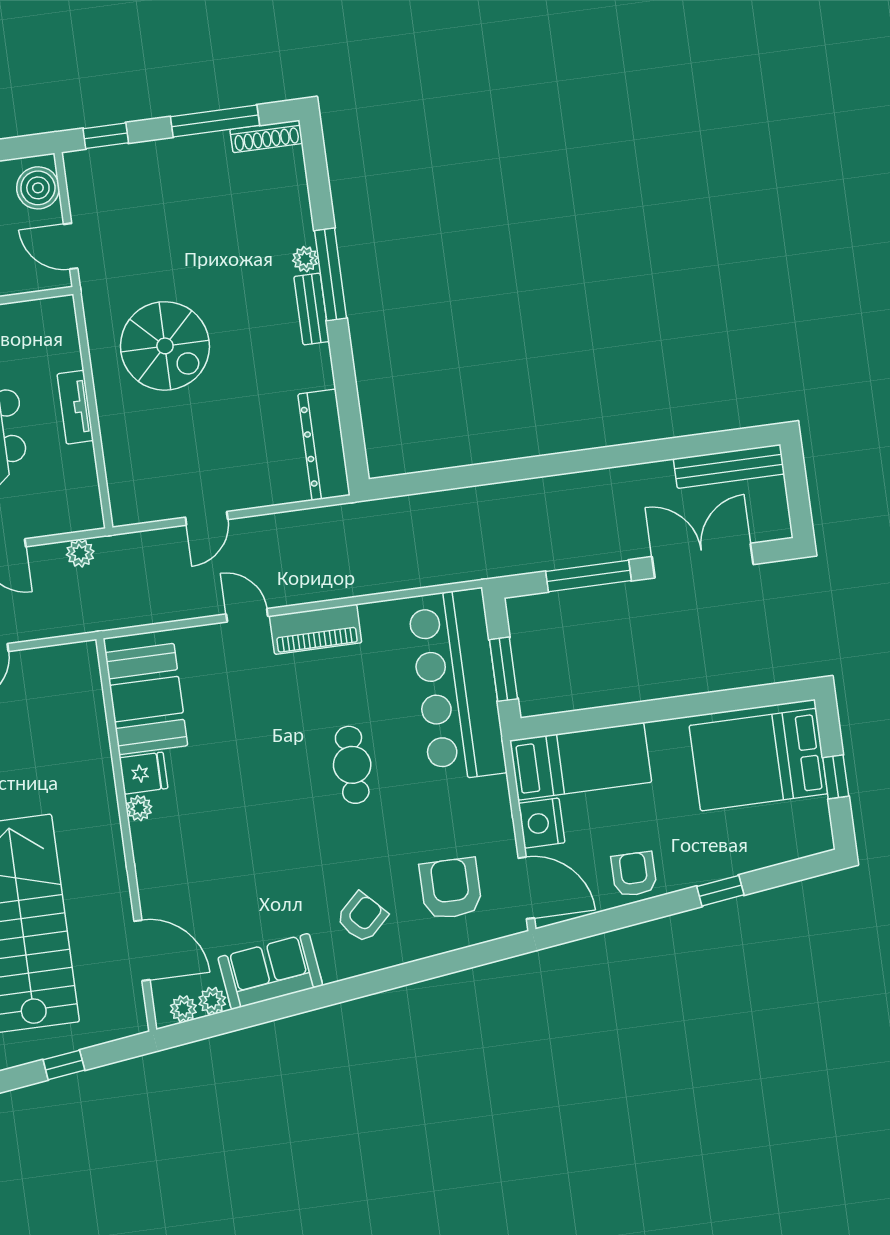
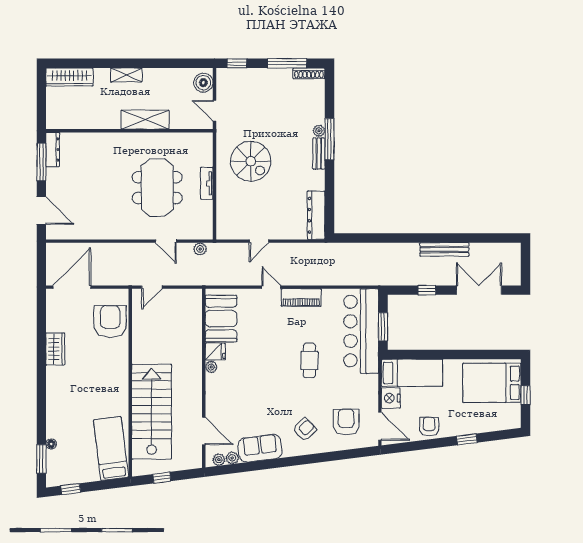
bench: (729, 466) -> (444, 249), moved
window: (588, 576) -> (427, 290), width x0.46

